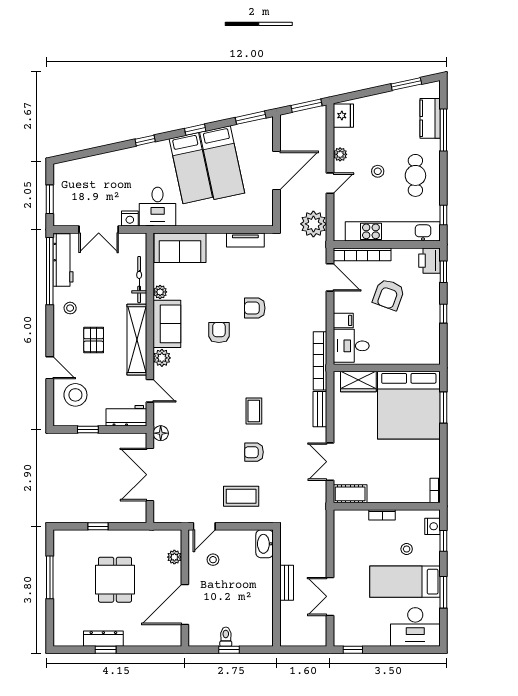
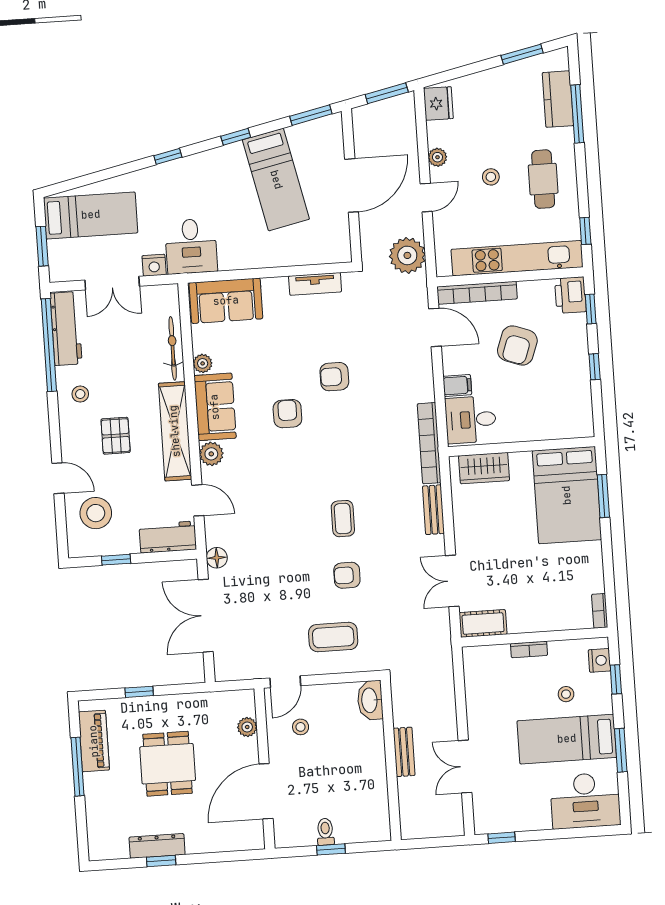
bed: (191, 168) -> (91, 215), moved, turned -78
bed: (409, 405) -> (567, 495), width x0.73
piano: (63, 560) -> (94, 741), added

